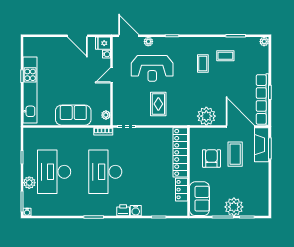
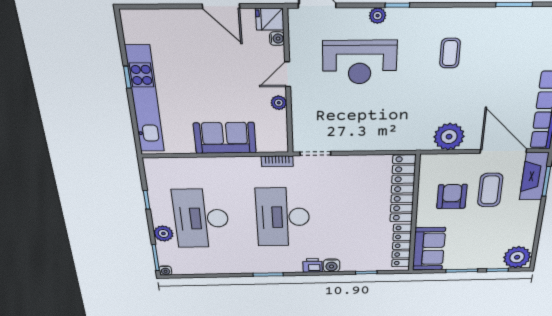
plant: (148, 42) -> (378, 16), moved
coffee table: (225, 56) -> (491, 40), removed
rug: (158, 104) -> (369, 119), removed
plant: (106, 115) -> (279, 103), moved
locker: (181, 190) -> (402, 246), width x1.53
plant: (234, 207) -> (517, 257), moved

